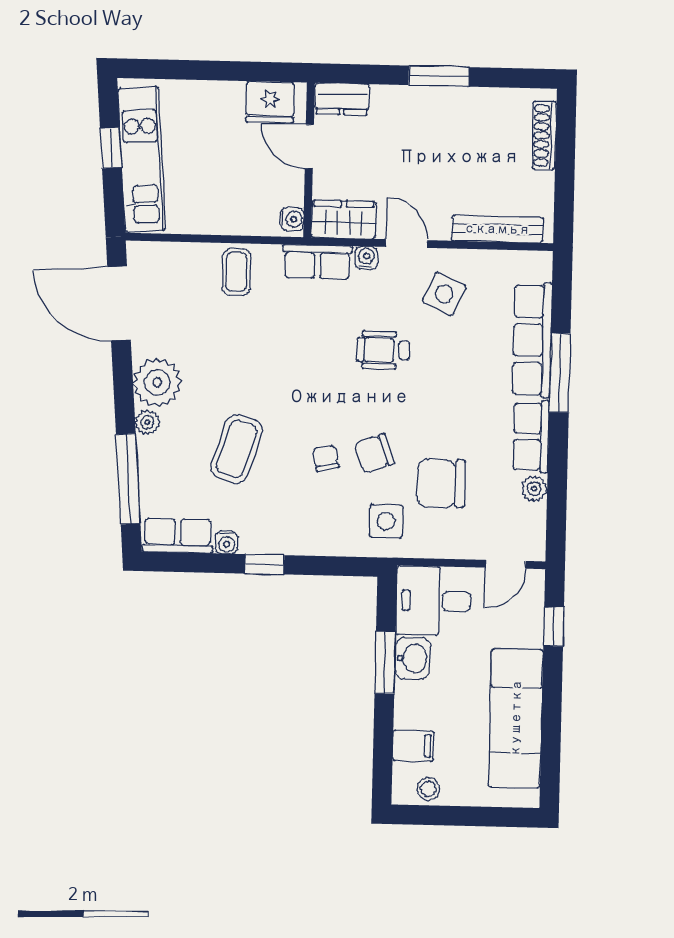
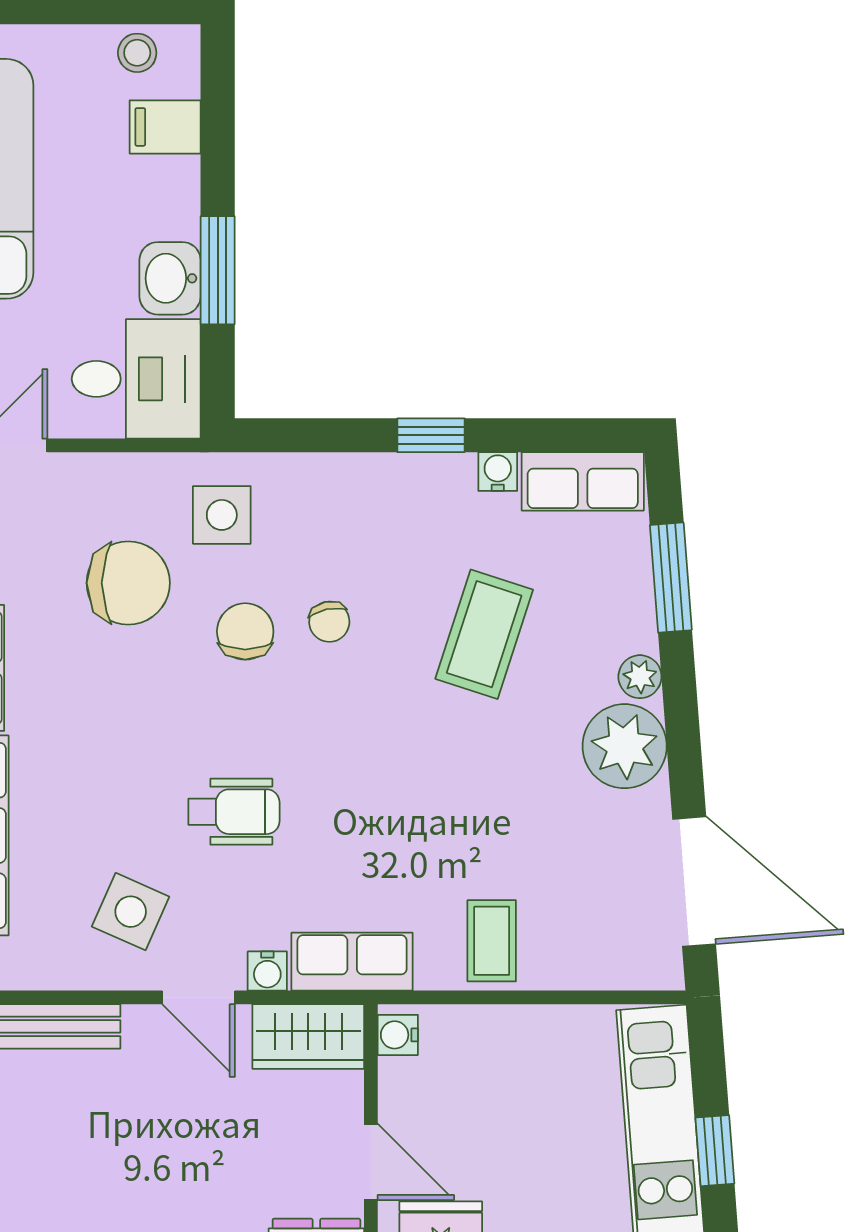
chair: (374, 454) -> (245, 631), turned -69
window: (128, 479) -> (671, 578), width x0.69

